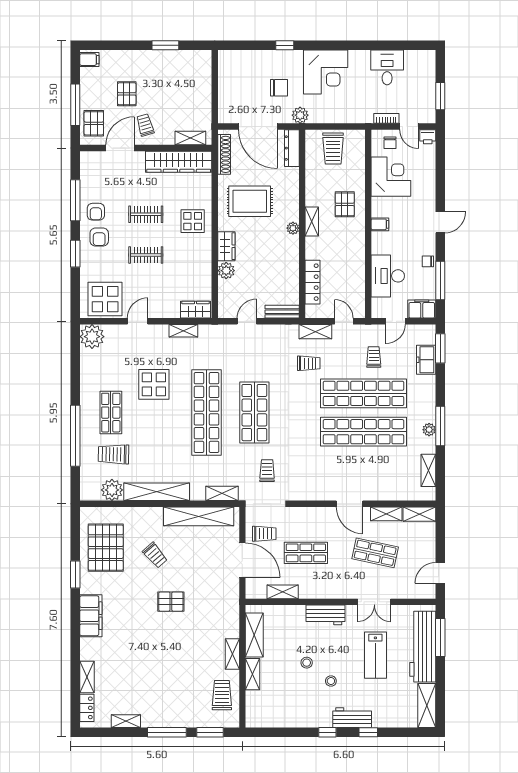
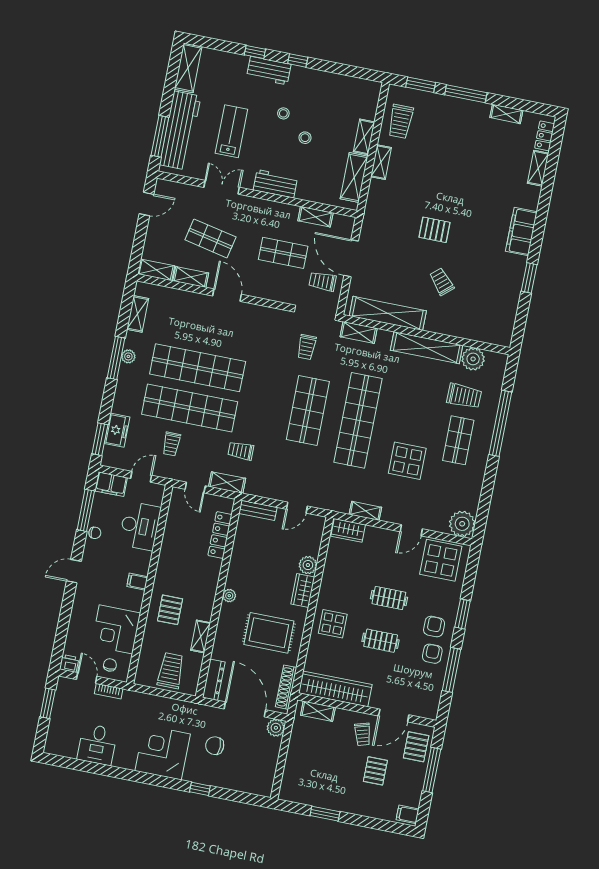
plant: (300, 115) -> (276, 728), moved
shelving: (312, 222) -> (201, 636), moved
pallet: (106, 548) -> (492, 300), removed

